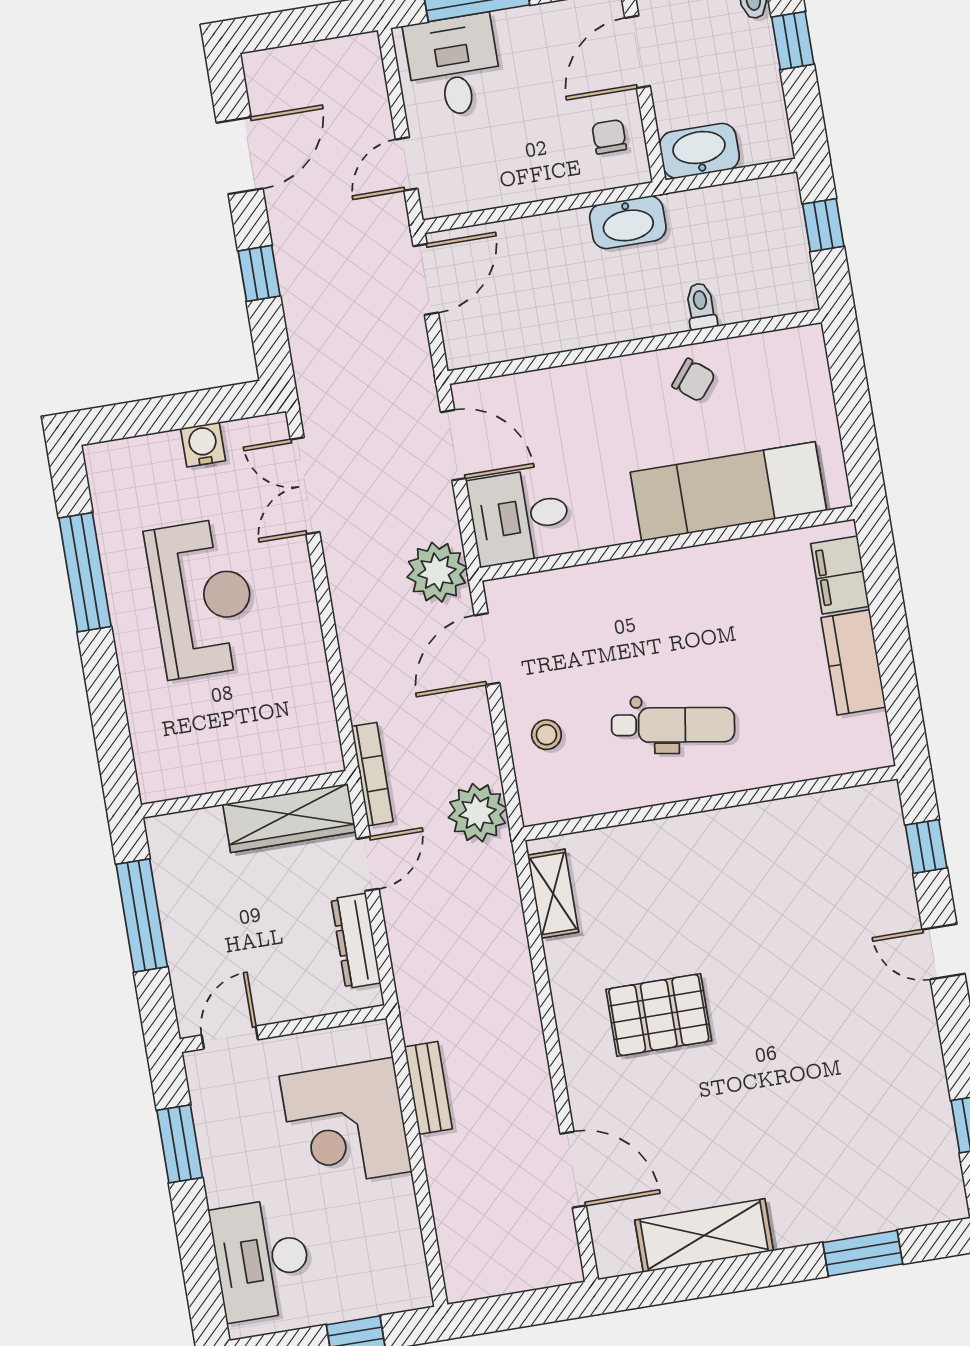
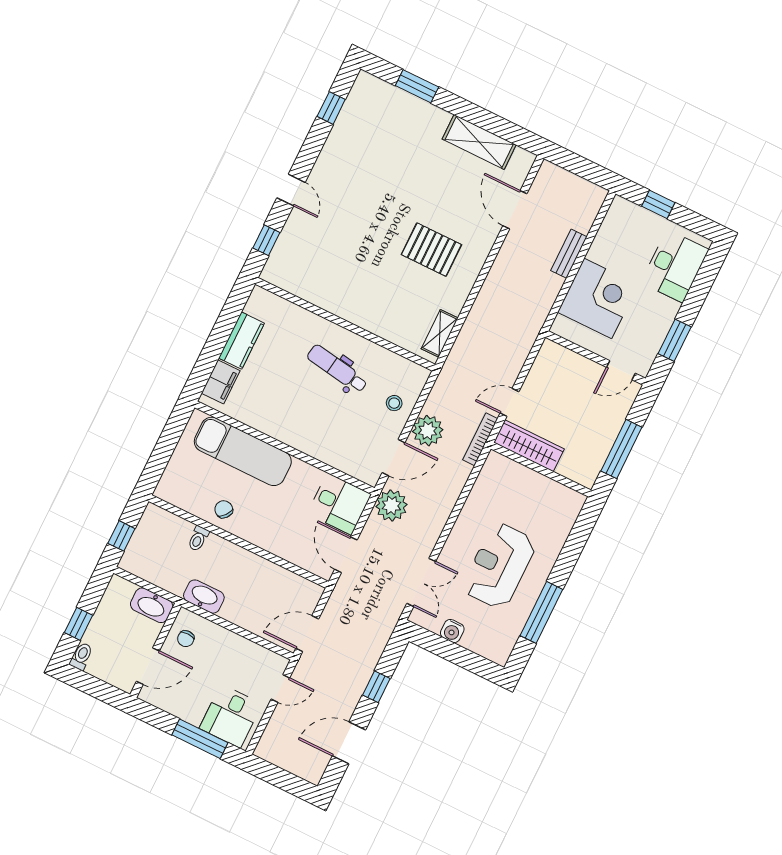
plant: (478, 813) -> (428, 431), moved
dresser: (356, 941) -> (538, 373), removed
bench: (428, 1088) -> (569, 254), moved

